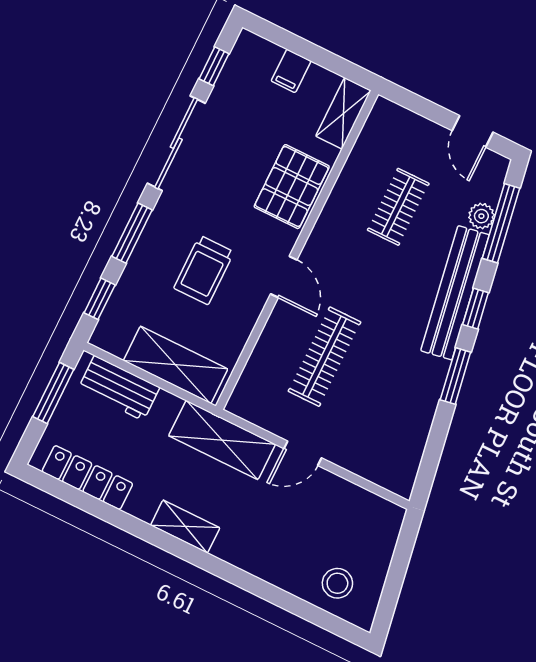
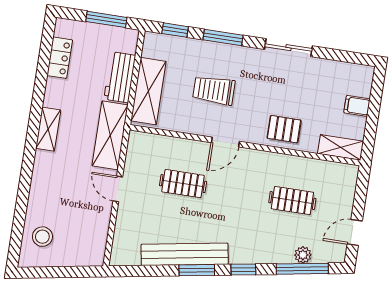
window: (214, 66) -> (345, 56), removed
sliding door: (176, 143) -> (289, 48), width x0.73
pallet: (292, 187) -> (284, 129), width x0.67, depth x0.71
bench: (455, 293) -> (185, 254), moved
clothes rail: (325, 357) -> (183, 184), width x0.73
workbench: (119, 388) -> (120, 77), moved
locker: (87, 478) -> (60, 58), width x0.66

